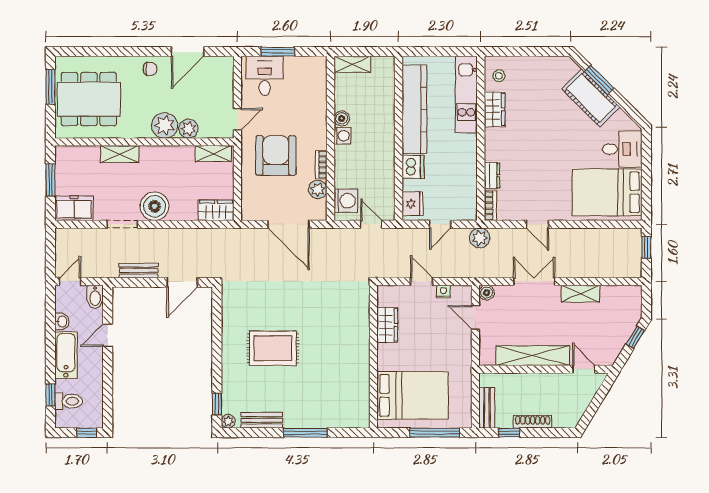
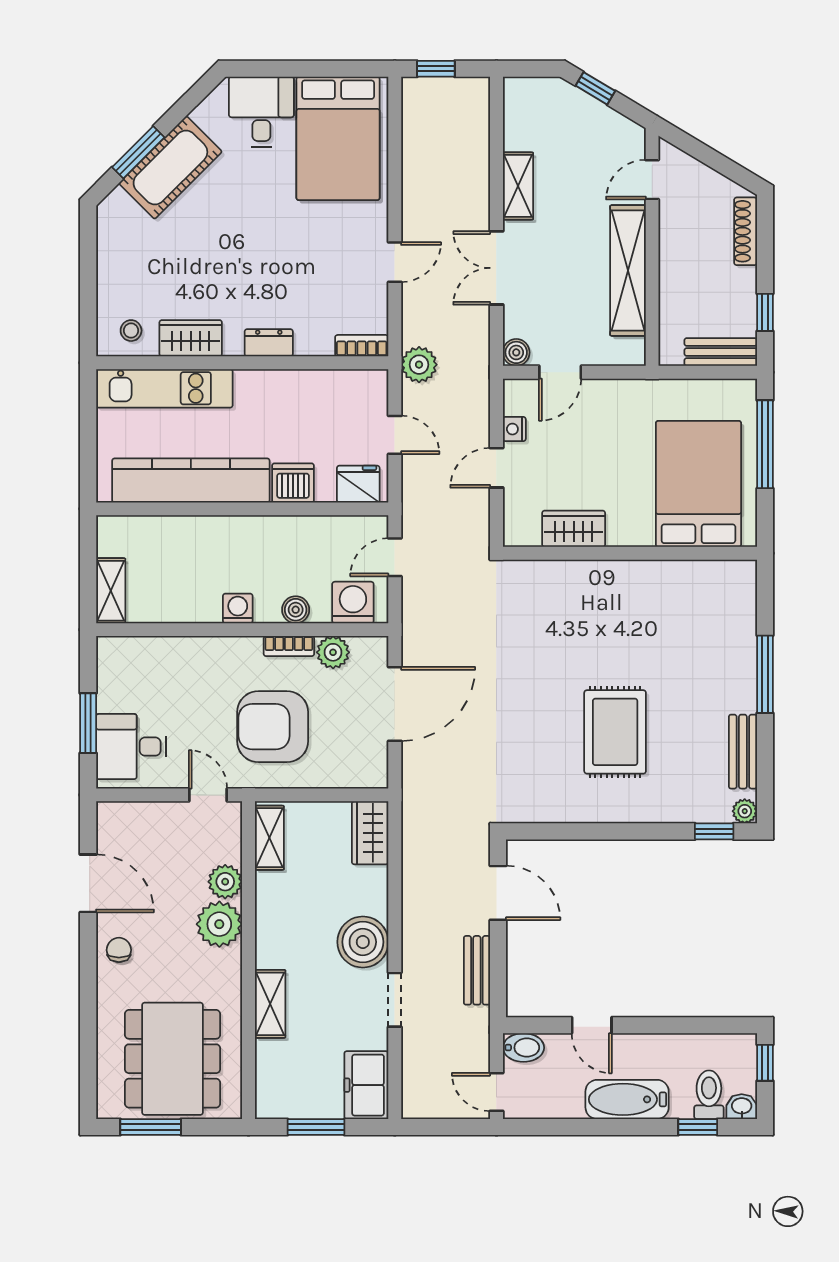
boiler: (342, 118) -> (296, 610), moved
dresser: (492, 176) -> (269, 343), moved
washbasin: (62, 322) -> (742, 1107), moved
shoe rack: (533, 422) -> (746, 231), moved

